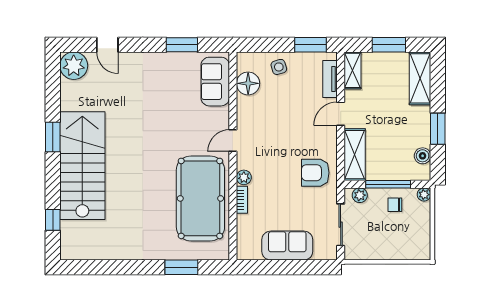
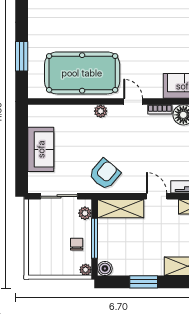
boiler: (423, 156) -> (105, 268), moved
armchair: (315, 173) -> (105, 174), turned 40
bookcase: (242, 200) -> (160, 109), moved

